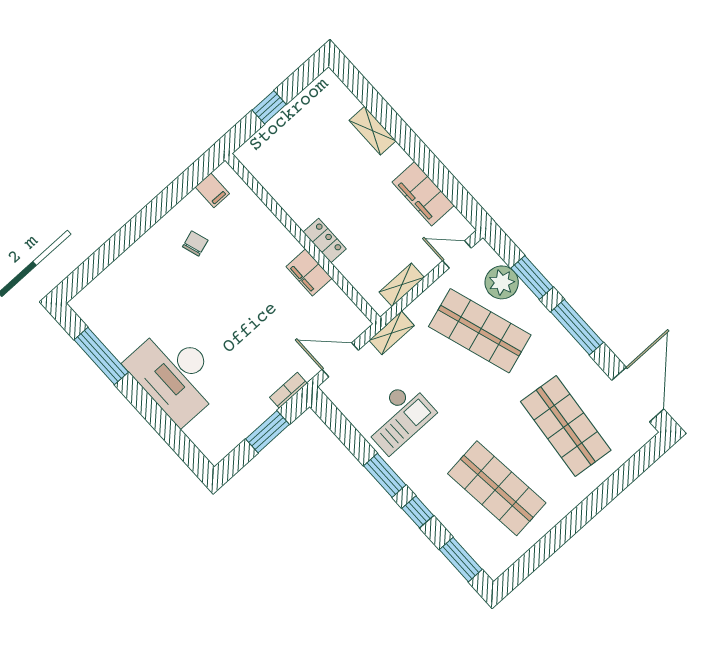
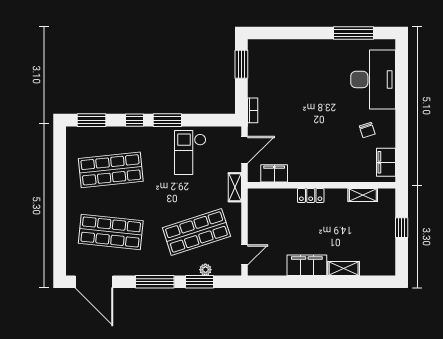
filing cabinet: (212, 190) -> (386, 162), width x2.00
filing cabinet: (423, 194) -> (307, 265), moved
filing cabinet: (309, 272) -> (274, 173), moved
plant: (502, 282) -> (205, 270), width x0.53, depth x0.53
shelving: (402, 285) -> (363, 195), moved, turned 90
desk: (175, 374) -> (373, 79), moved, turned 90
window: (268, 432) -> (241, 64), moved

